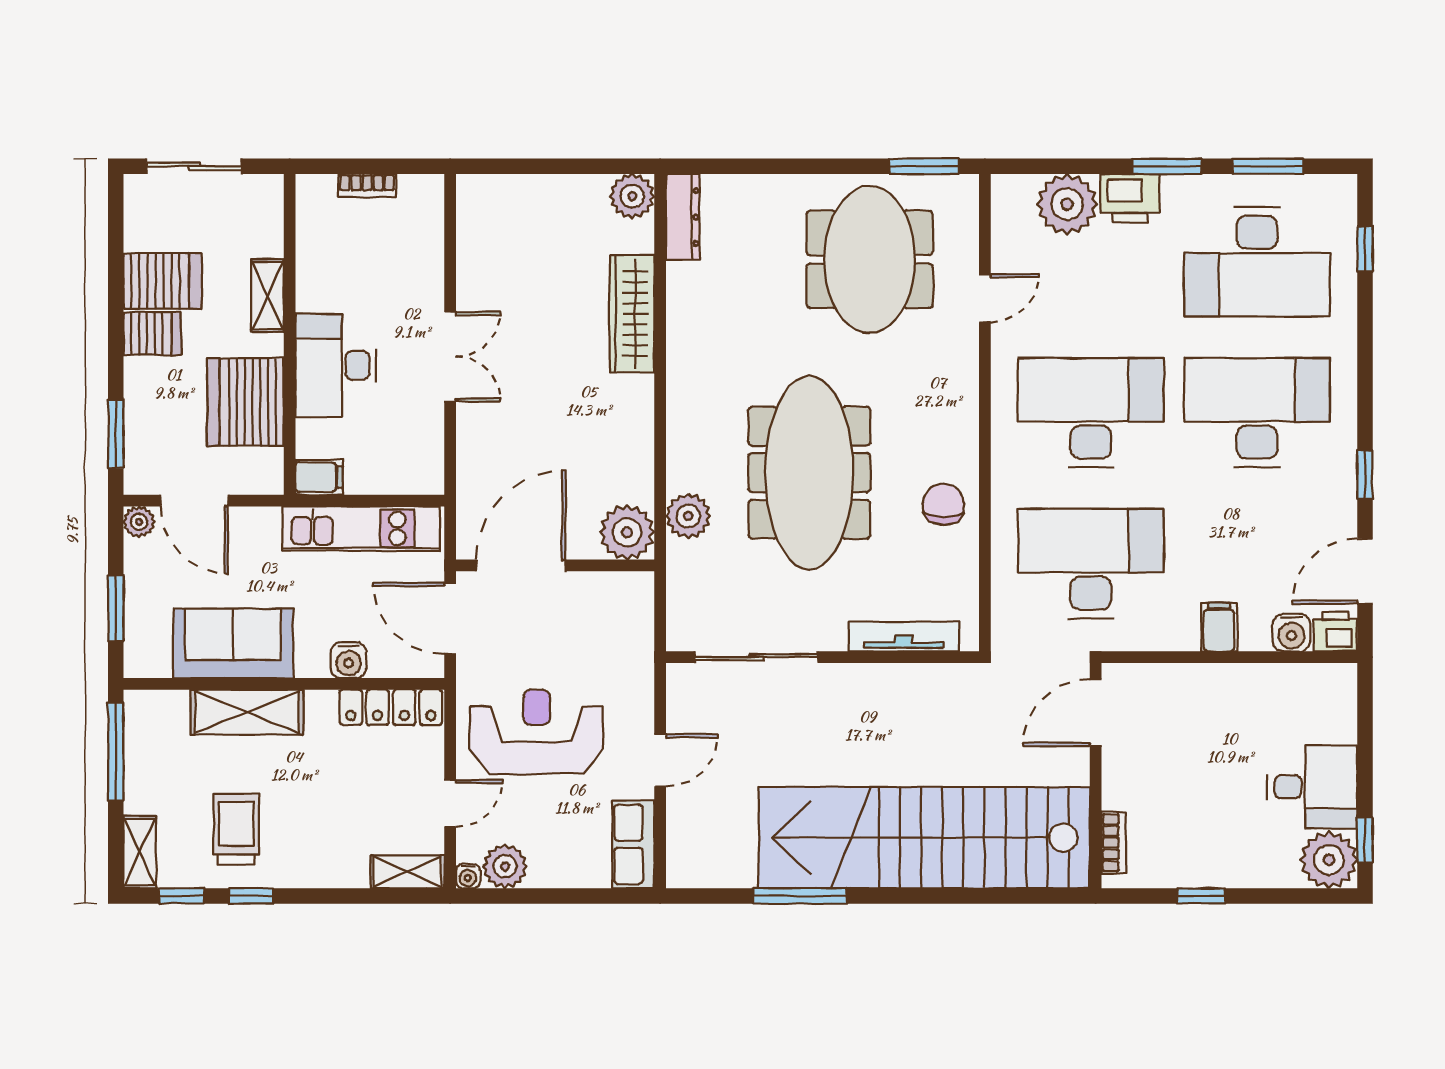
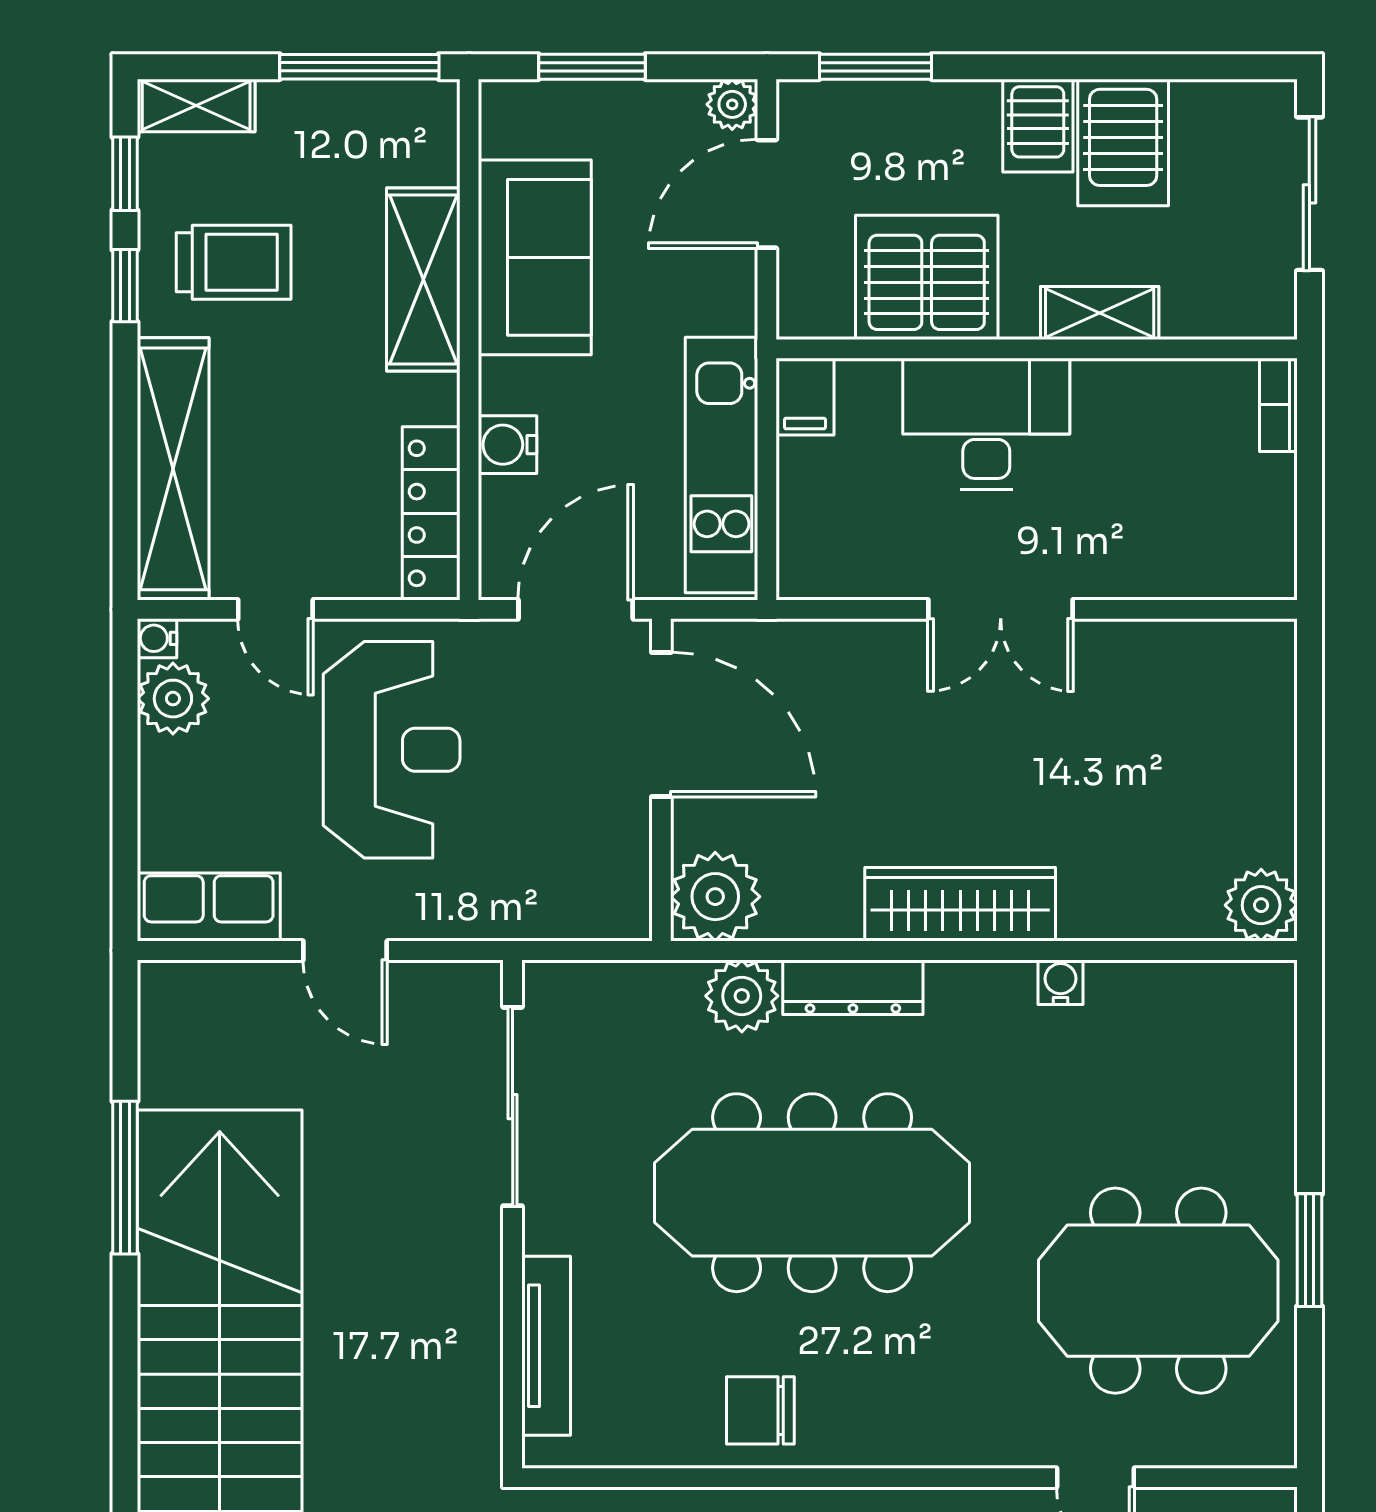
window: (924, 166) -> (1309, 1250), moved
bookcase: (367, 185) -> (1278, 405), moved
dresser: (683, 217) -> (853, 987), moved
wardrobe: (632, 314) -> (960, 904), moved
water cooler: (680, 320) -> (1060, 982), added
chair: (943, 504) -> (760, 1410), turned 180
shelving: (408, 872) -> (173, 469), width x2.20, depth x1.33

